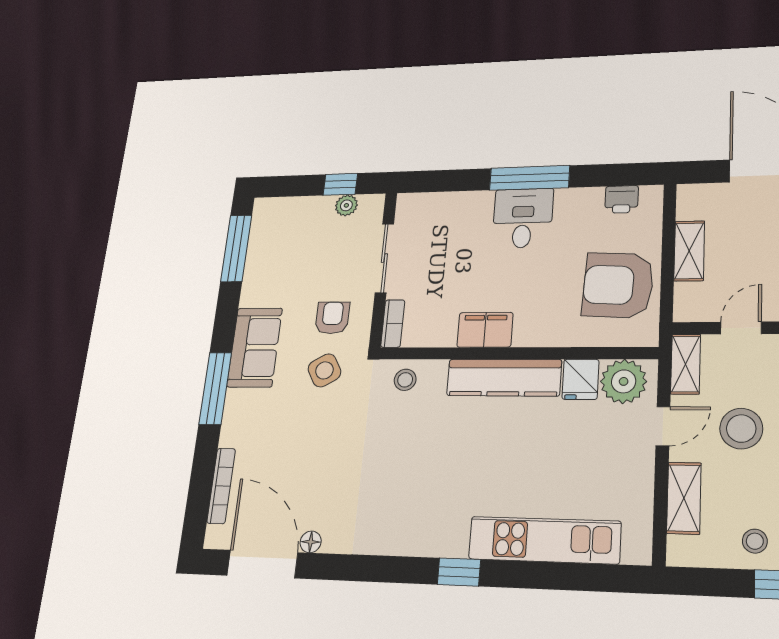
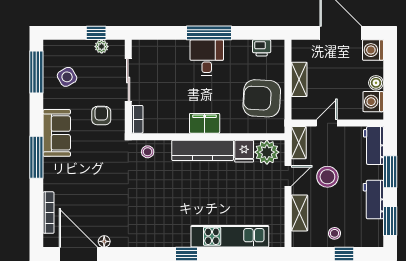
filing cabinet: (485, 330) -> (205, 123), moved
side table: (324, 370) -> (67, 77), moved

